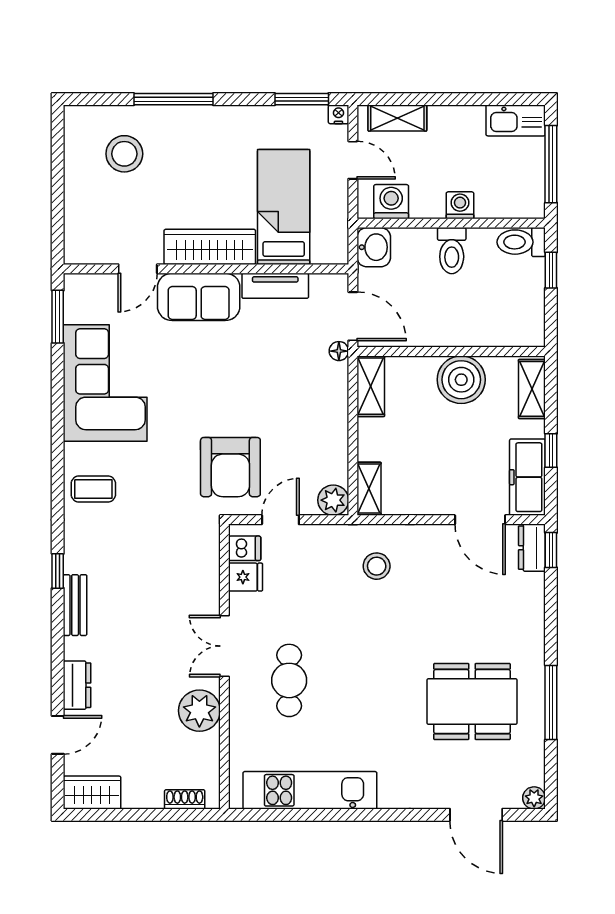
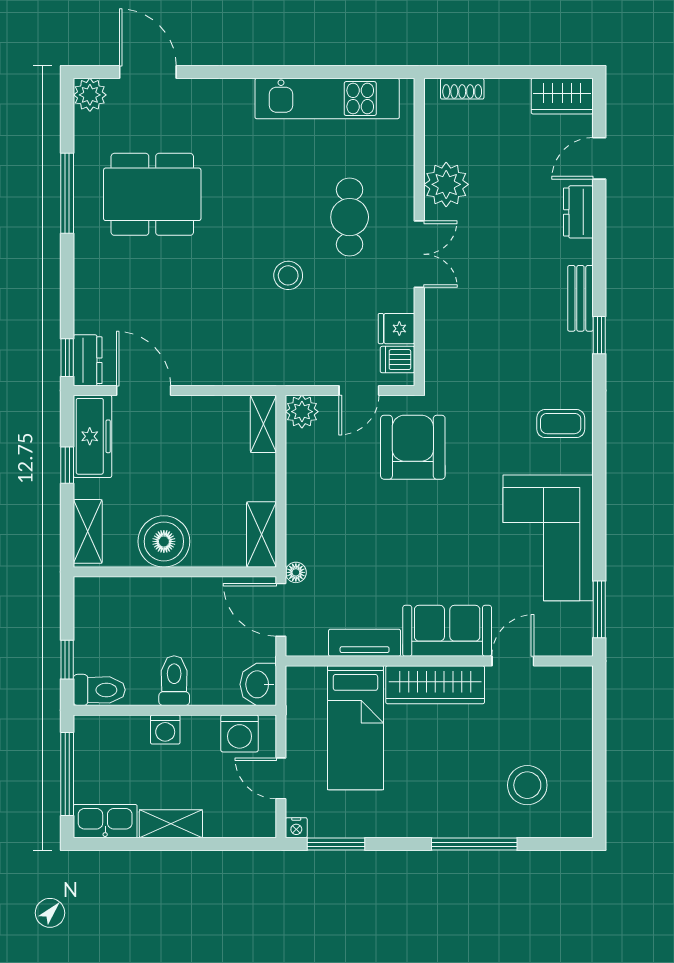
shelving: (397, 118) -> (171, 824), moved
stool: (377, 566) -> (288, 275), moved
plant: (534, 798) -> (90, 95), width x1.38, depth x1.38

